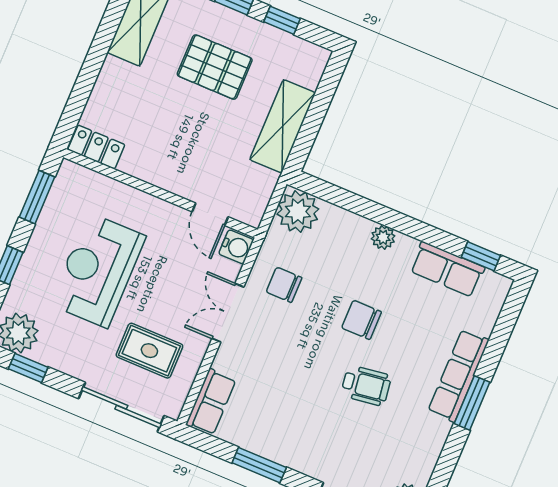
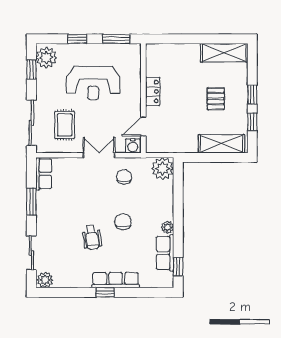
pallet: (215, 67) -> (216, 99), width x0.67, depth x0.71
shelving: (283, 126) -> (221, 144), moved
locker: (96, 147) -> (153, 92), moved
plant: (383, 237) -> (167, 227), moved
reception desk: (98, 270) -> (93, 83), turned 180
row of seats: (211, 402) -> (44, 174), moved, turned -90
window: (472, 403) -> (105, 292), width x0.67

